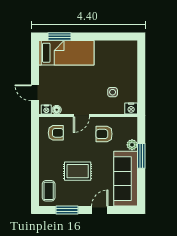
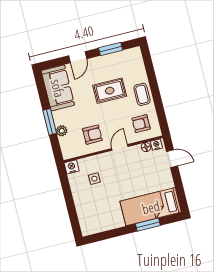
window: (60, 36) -> (148, 225), moved
sofa: (126, 179) -> (58, 88), width x0.73
coffee table: (49, 191) -> (142, 94), moved

